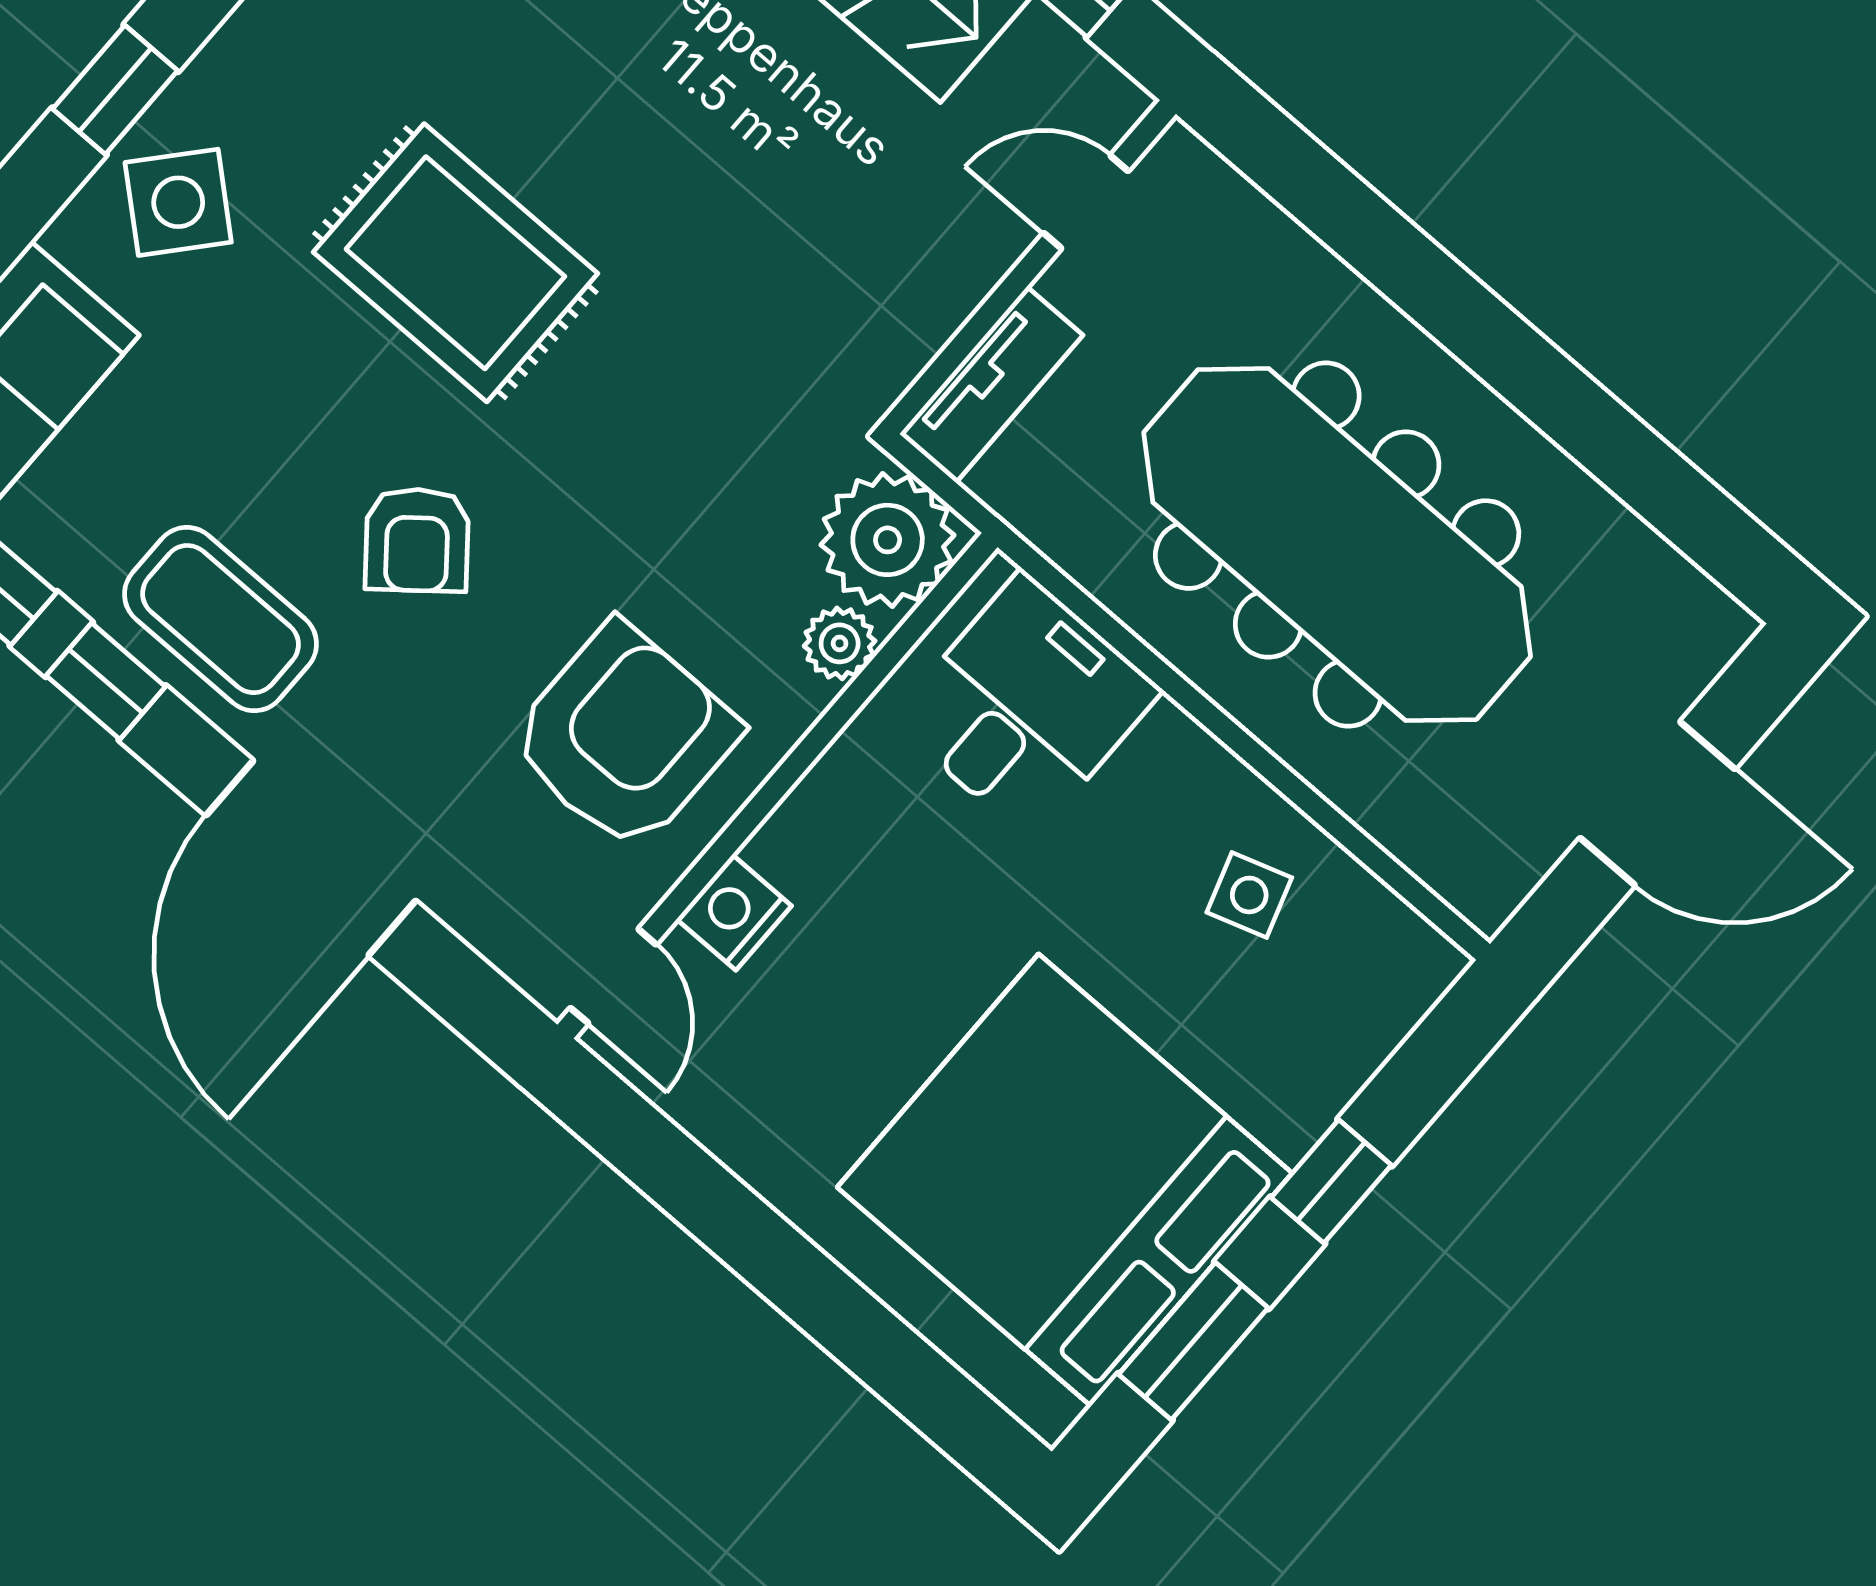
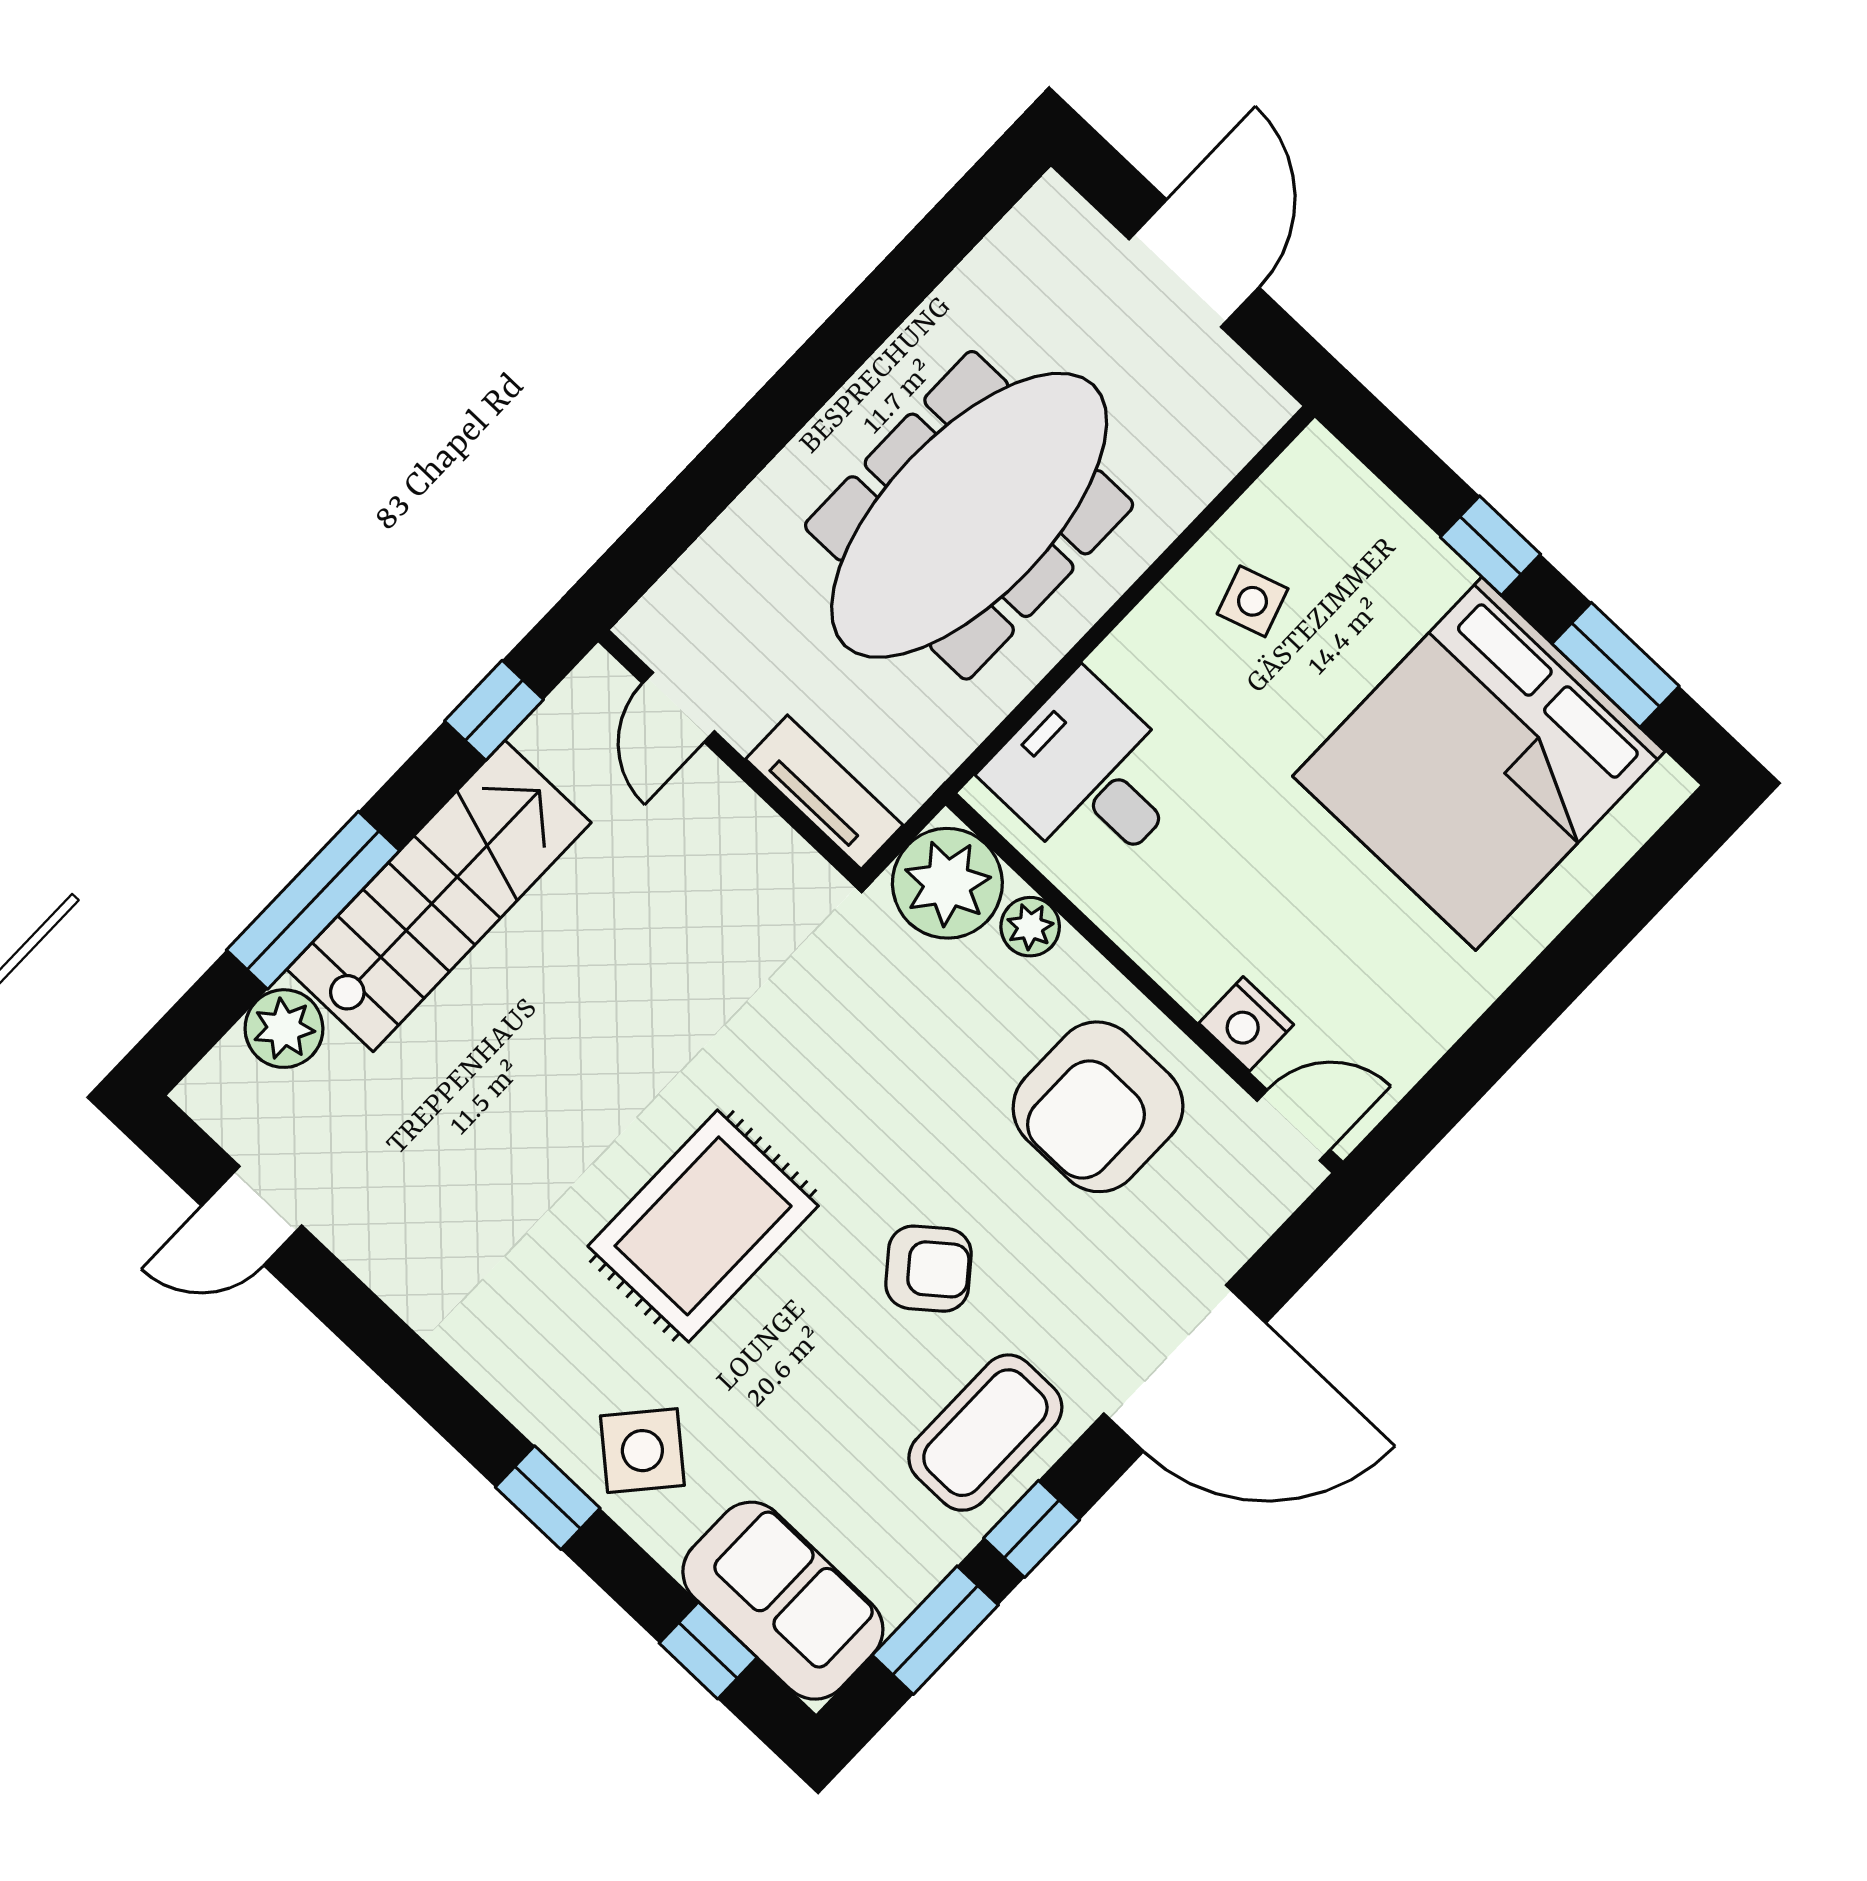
armchair: (624, 737) -> (1098, 1107), turned -90

